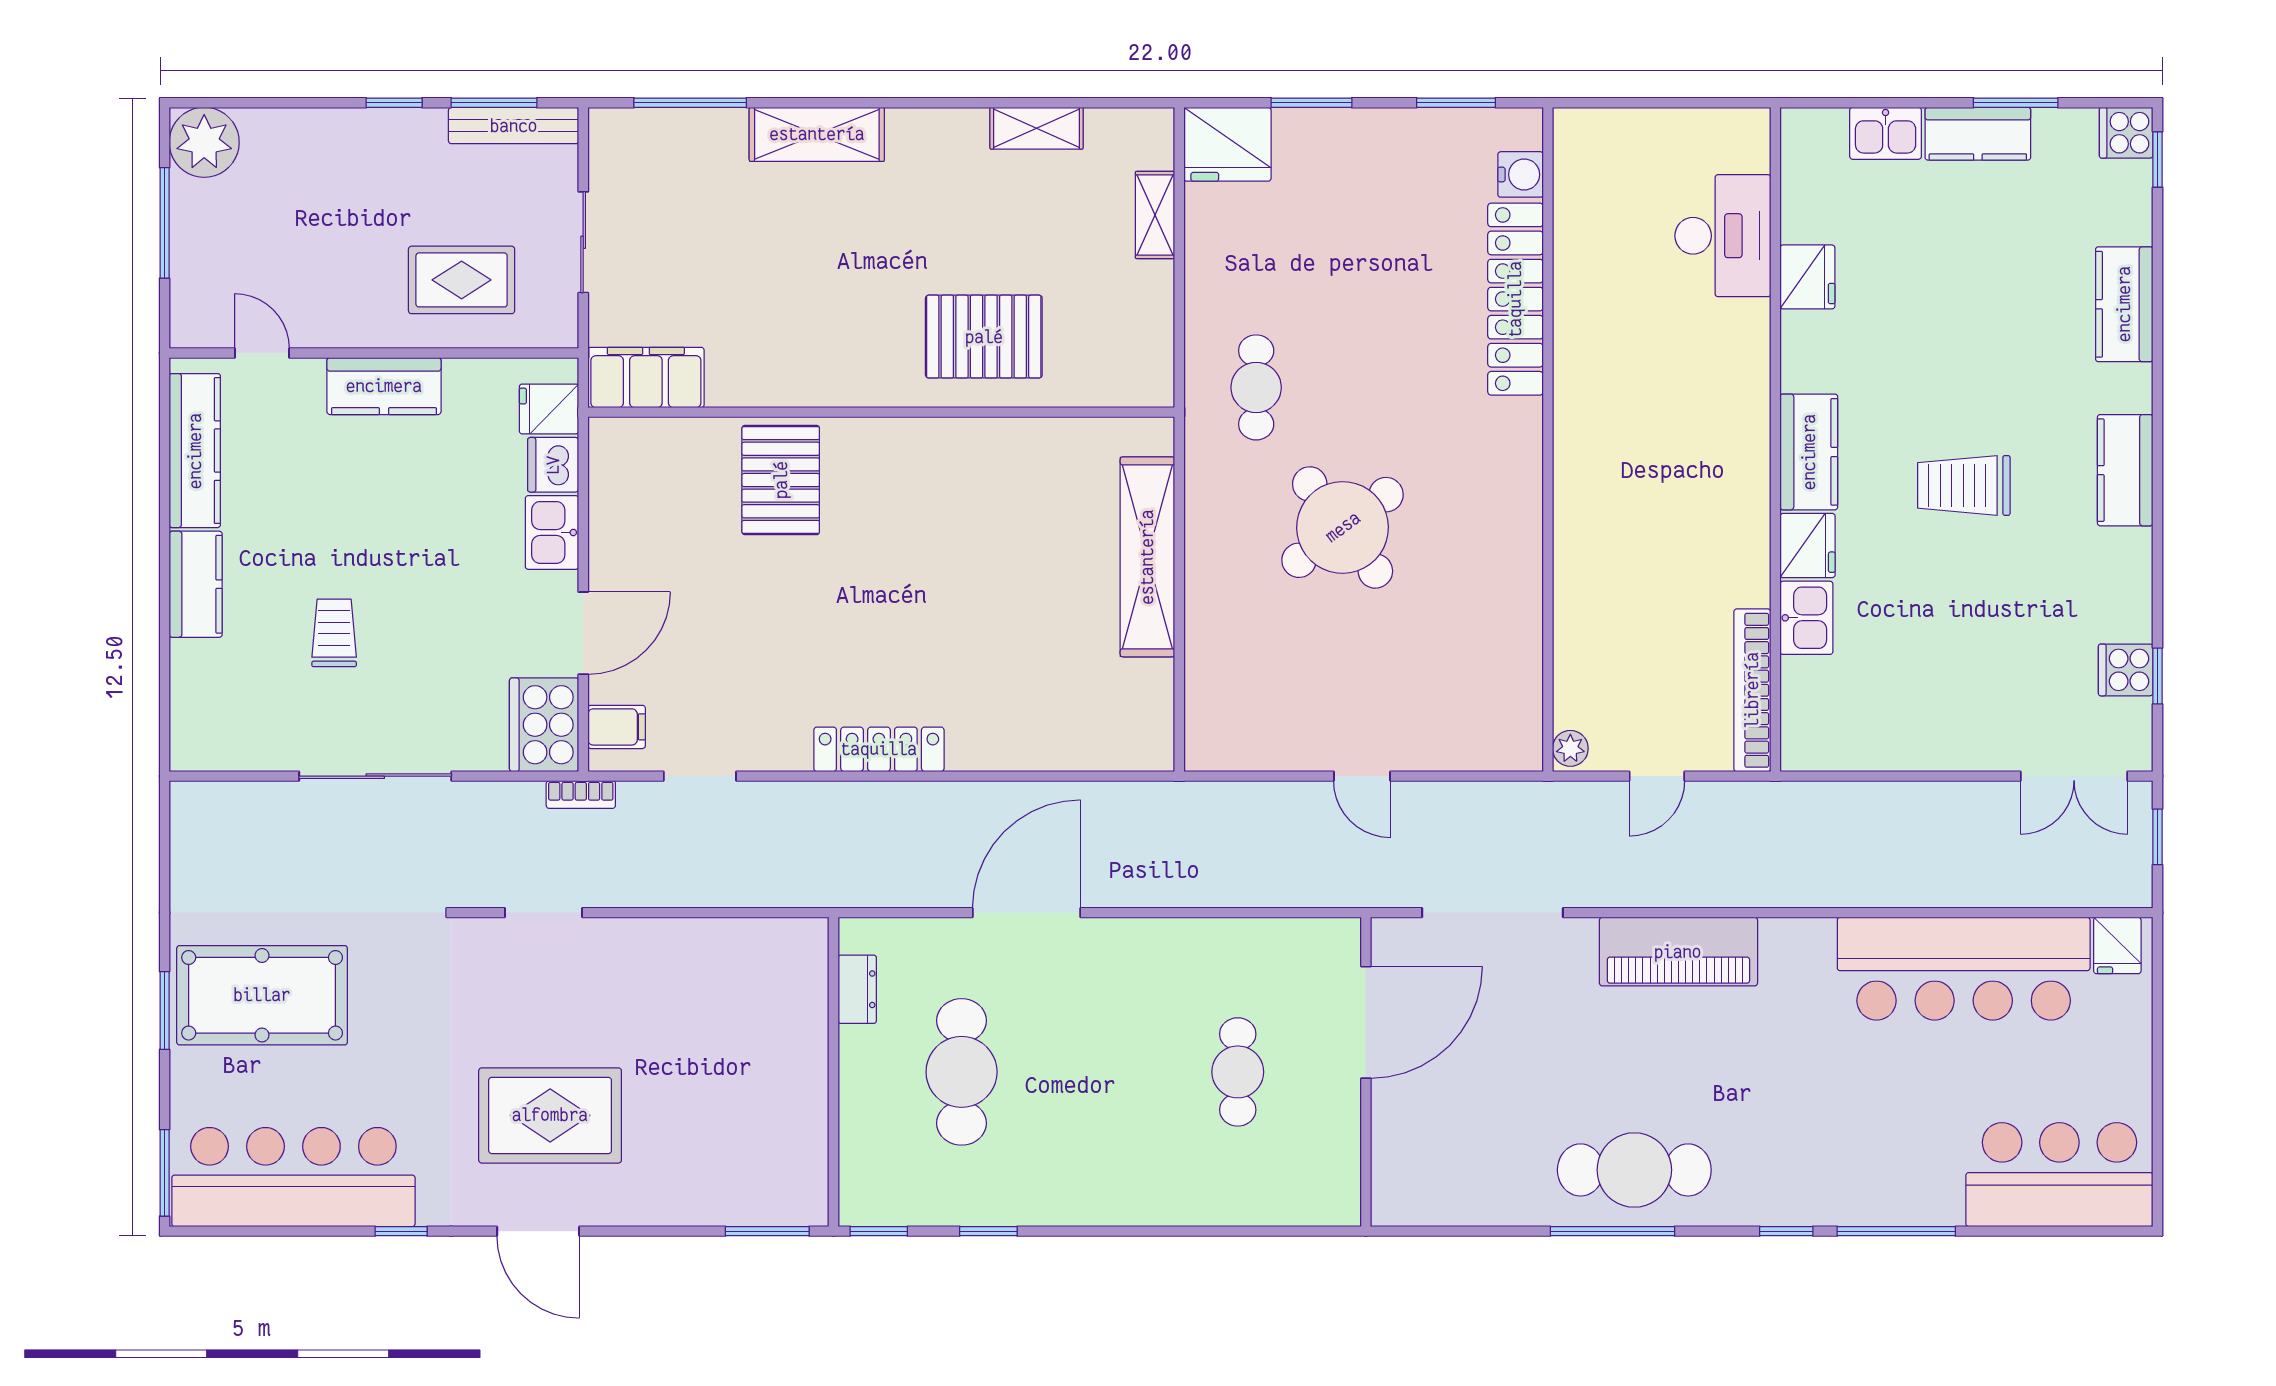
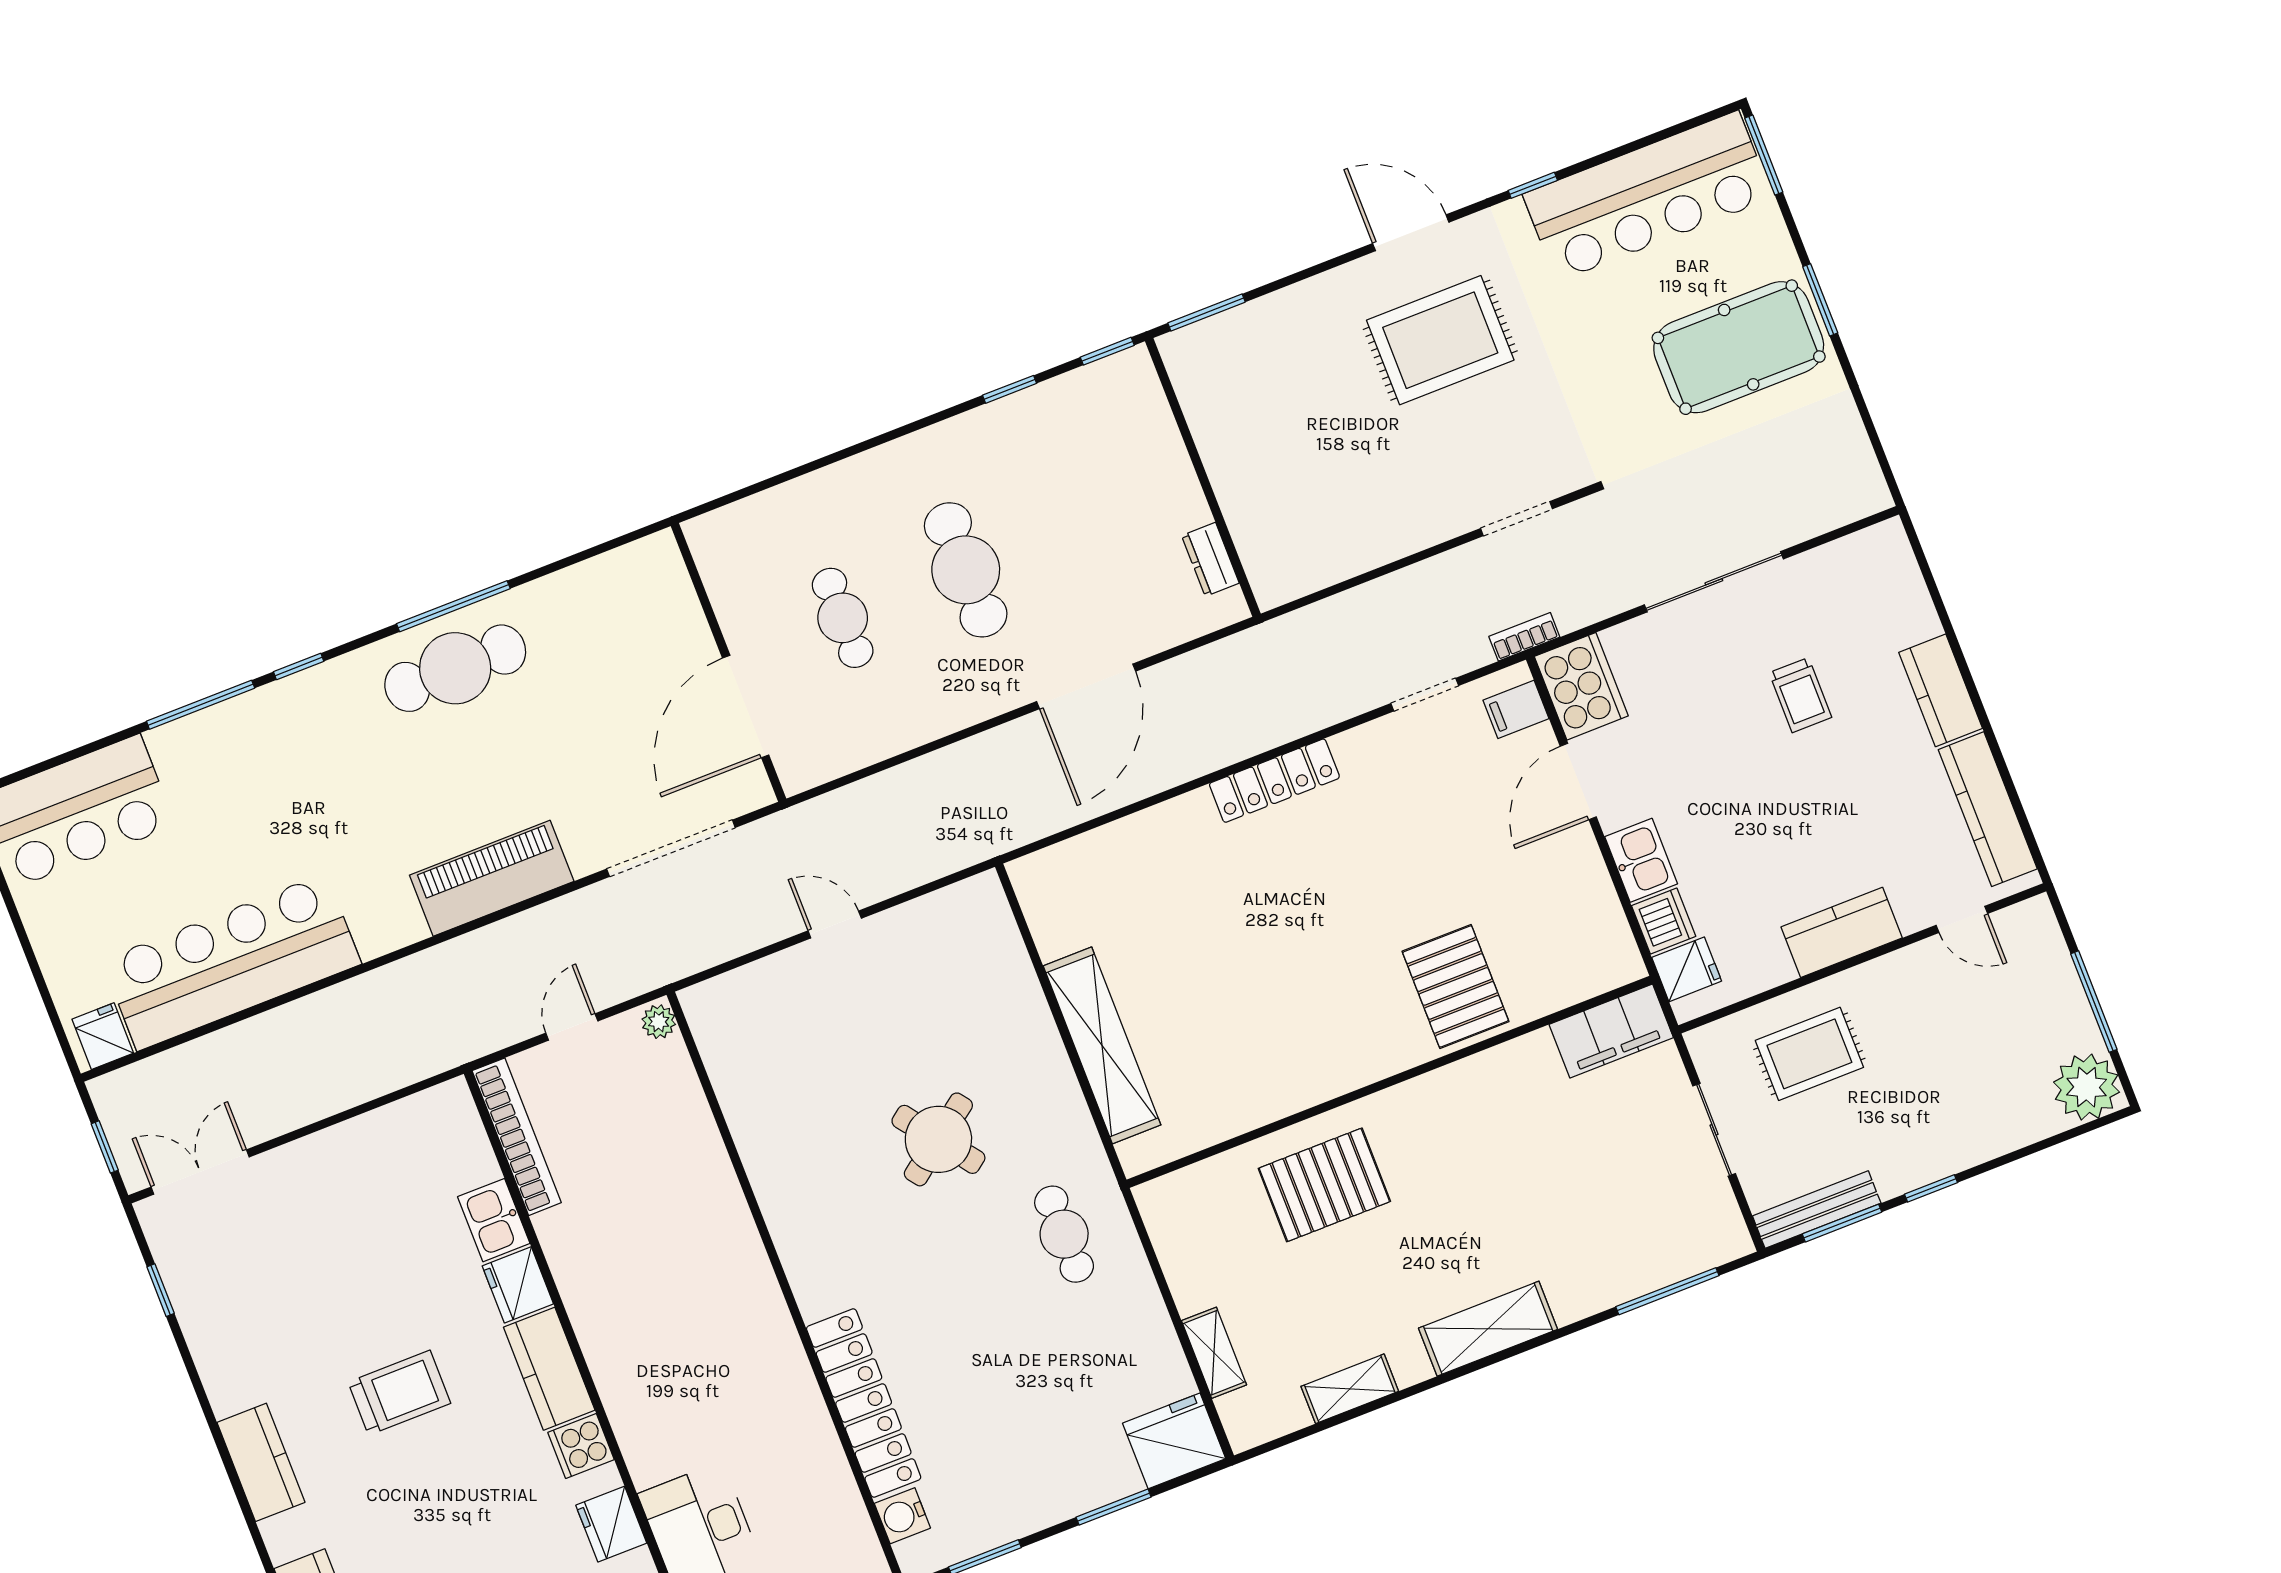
shelving: (817, 134) -> (1488, 1329), moved
round table: (1343, 527) -> (938, 1139), width x0.73, depth x0.73
cooker: (2126, 670) -> (581, 1446), moved, turned 180
cafe table: (962, 1072) -> (966, 570), moved

